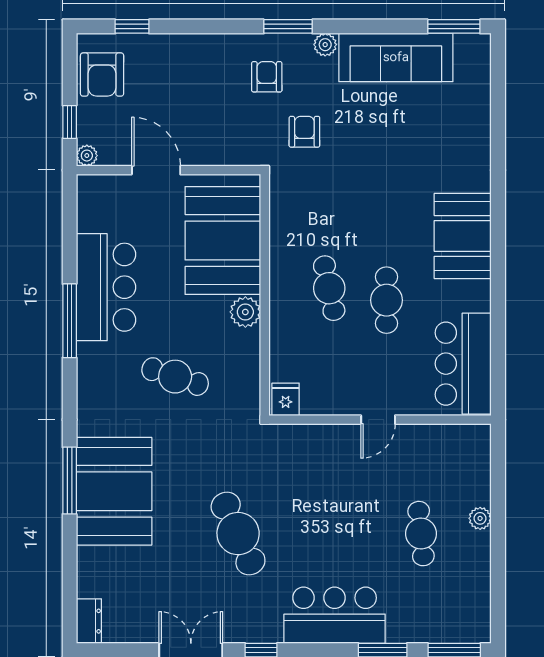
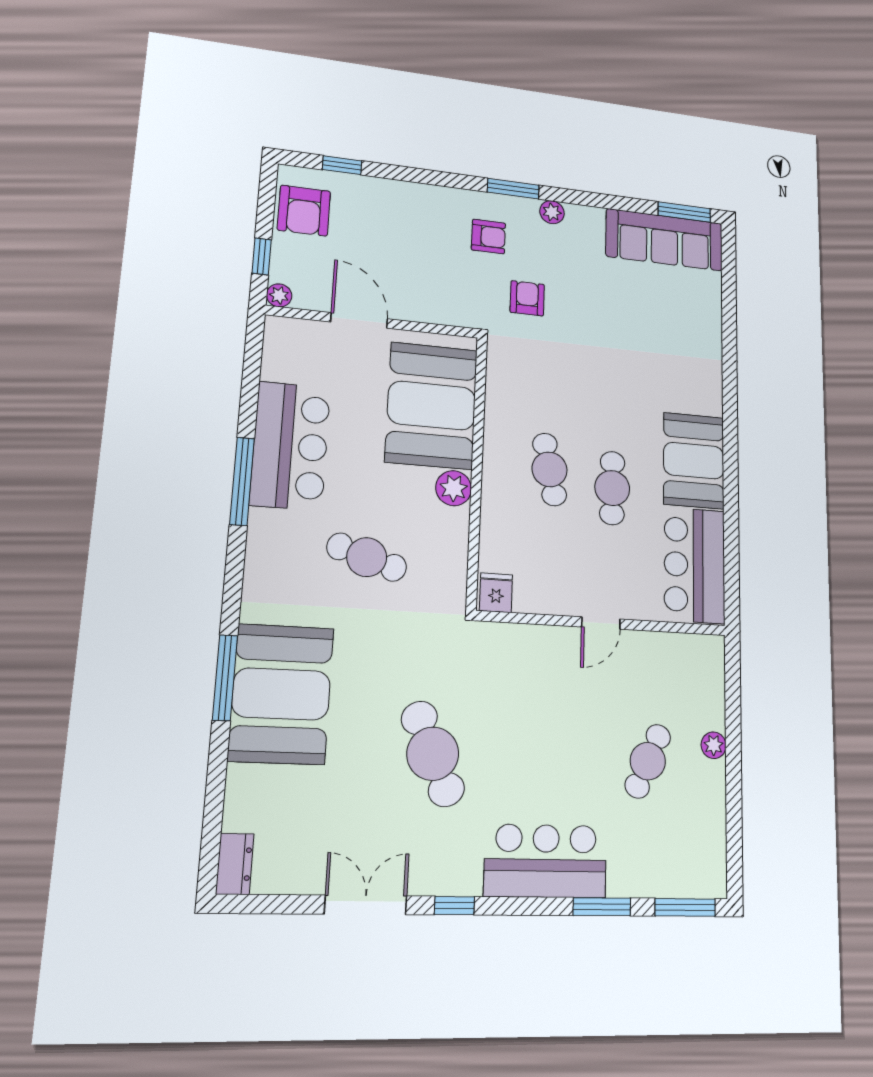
sofa: (396, 57) -> (664, 240), moved
armchair: (267, 77) -> (488, 237), turned 90
booth: (463, 236) -> (694, 461), moved
cafe table: (421, 534) -> (648, 761), turned 30

